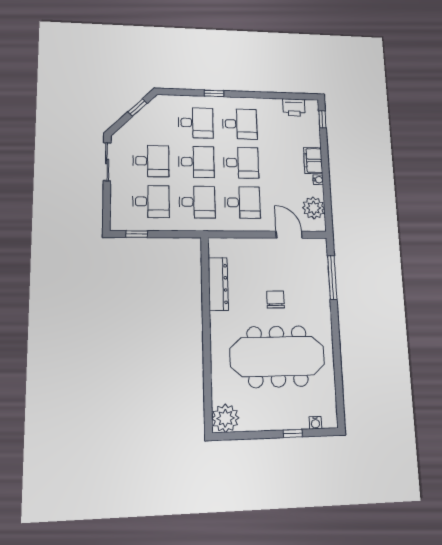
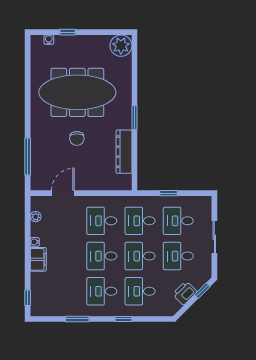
window: (266, 95) -> (77, 319), added
printer: (294, 107) -> (185, 293), moved, turned -45
window: (138, 108) -> (202, 291), moved
sliding door: (107, 162) -> (214, 237), moved
plant: (314, 208) -> (36, 217), width x0.53, depth x0.53
window: (137, 234) -> (168, 193), moved
door: (289, 235) -> (63, 193), swing flipped
window: (206, 326) -> (134, 118), added

